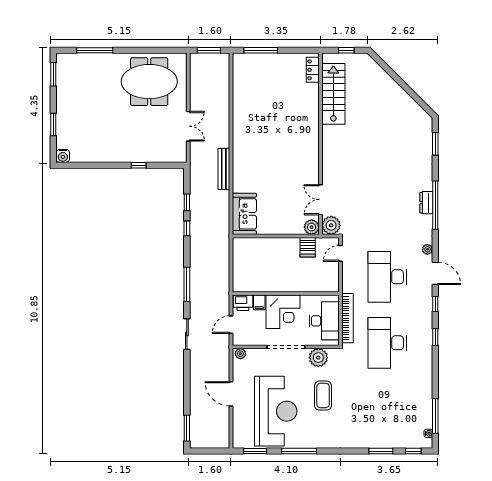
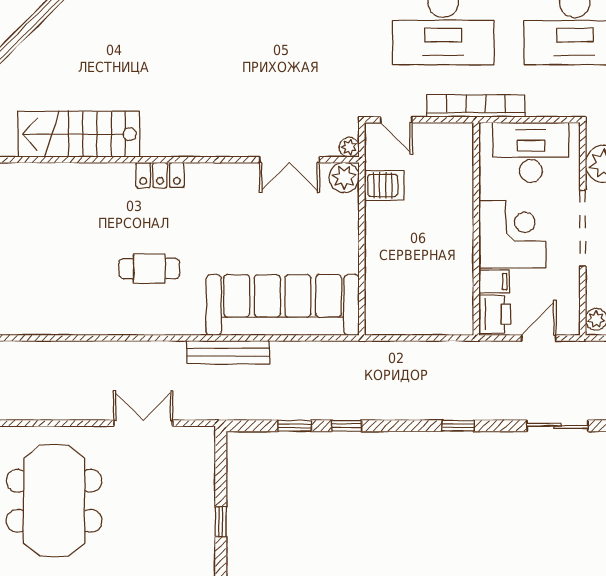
locker: (313, 70) -> (160, 175), moved
cafe table: (266, 129) -> (149, 269), added
sofa: (244, 214) -> (283, 305), width x1.85, depth x1.27
plant: (331, 225) -> (349, 147), width x0.53, depth x0.53
window: (187, 284) -> (458, 426), width x0.46
bookcase: (347, 318) -> (476, 106), moved
door: (231, 325) -> (539, 338), swing flipped

